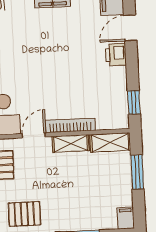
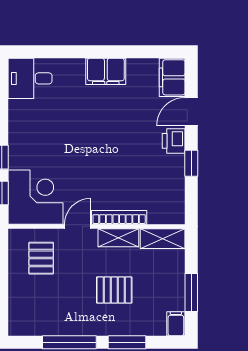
window: (134, 102) -> (191, 163), moved
window: (137, 172) -> (191, 292), moved
pallet: (24, 214) -> (114, 290), moved

